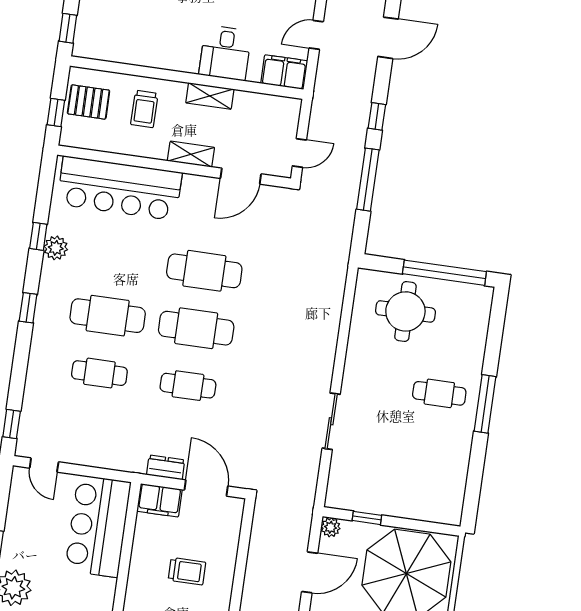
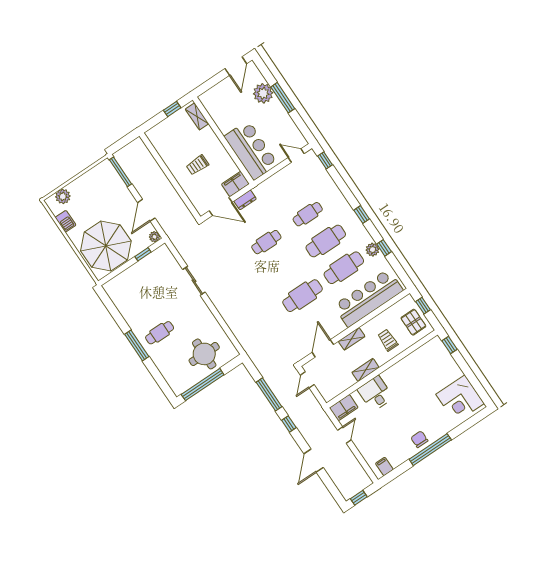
pallet: (89, 102) -> (413, 322), turned 90
cafe table: (196, 328) -> (344, 268), moved

